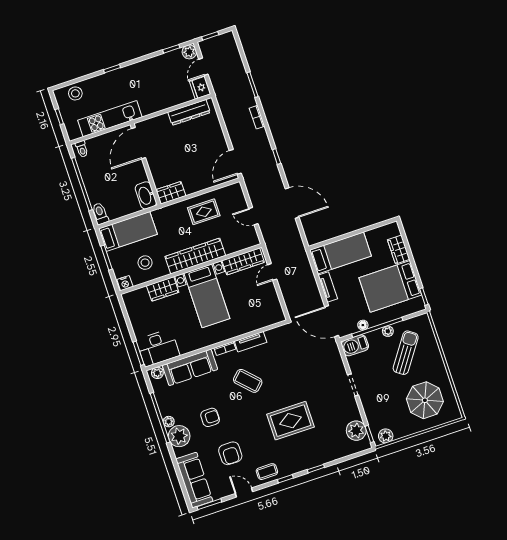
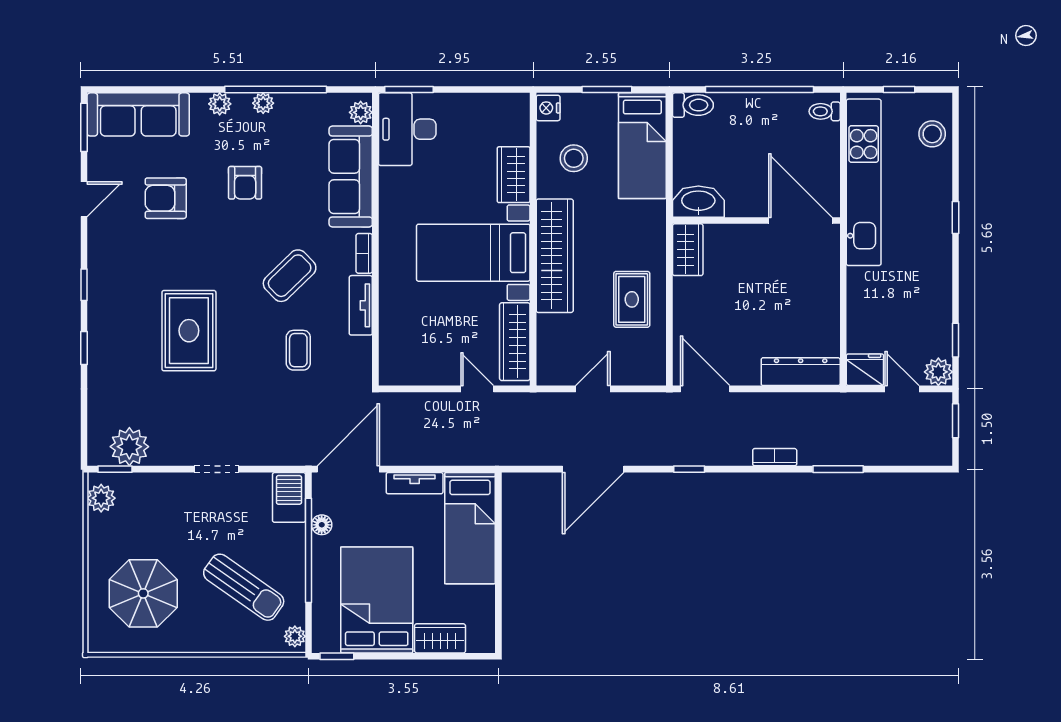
dresser: (189, 112) -> (801, 372), moved, turned 90
kitchen unit: (110, 119) -> (864, 182), width x1.36
plant: (388, 331) -> (295, 636), moved
plant: (179, 436) -> (220, 104), width x0.53, depth x0.53
coffee table: (267, 472) -> (298, 350), moved

